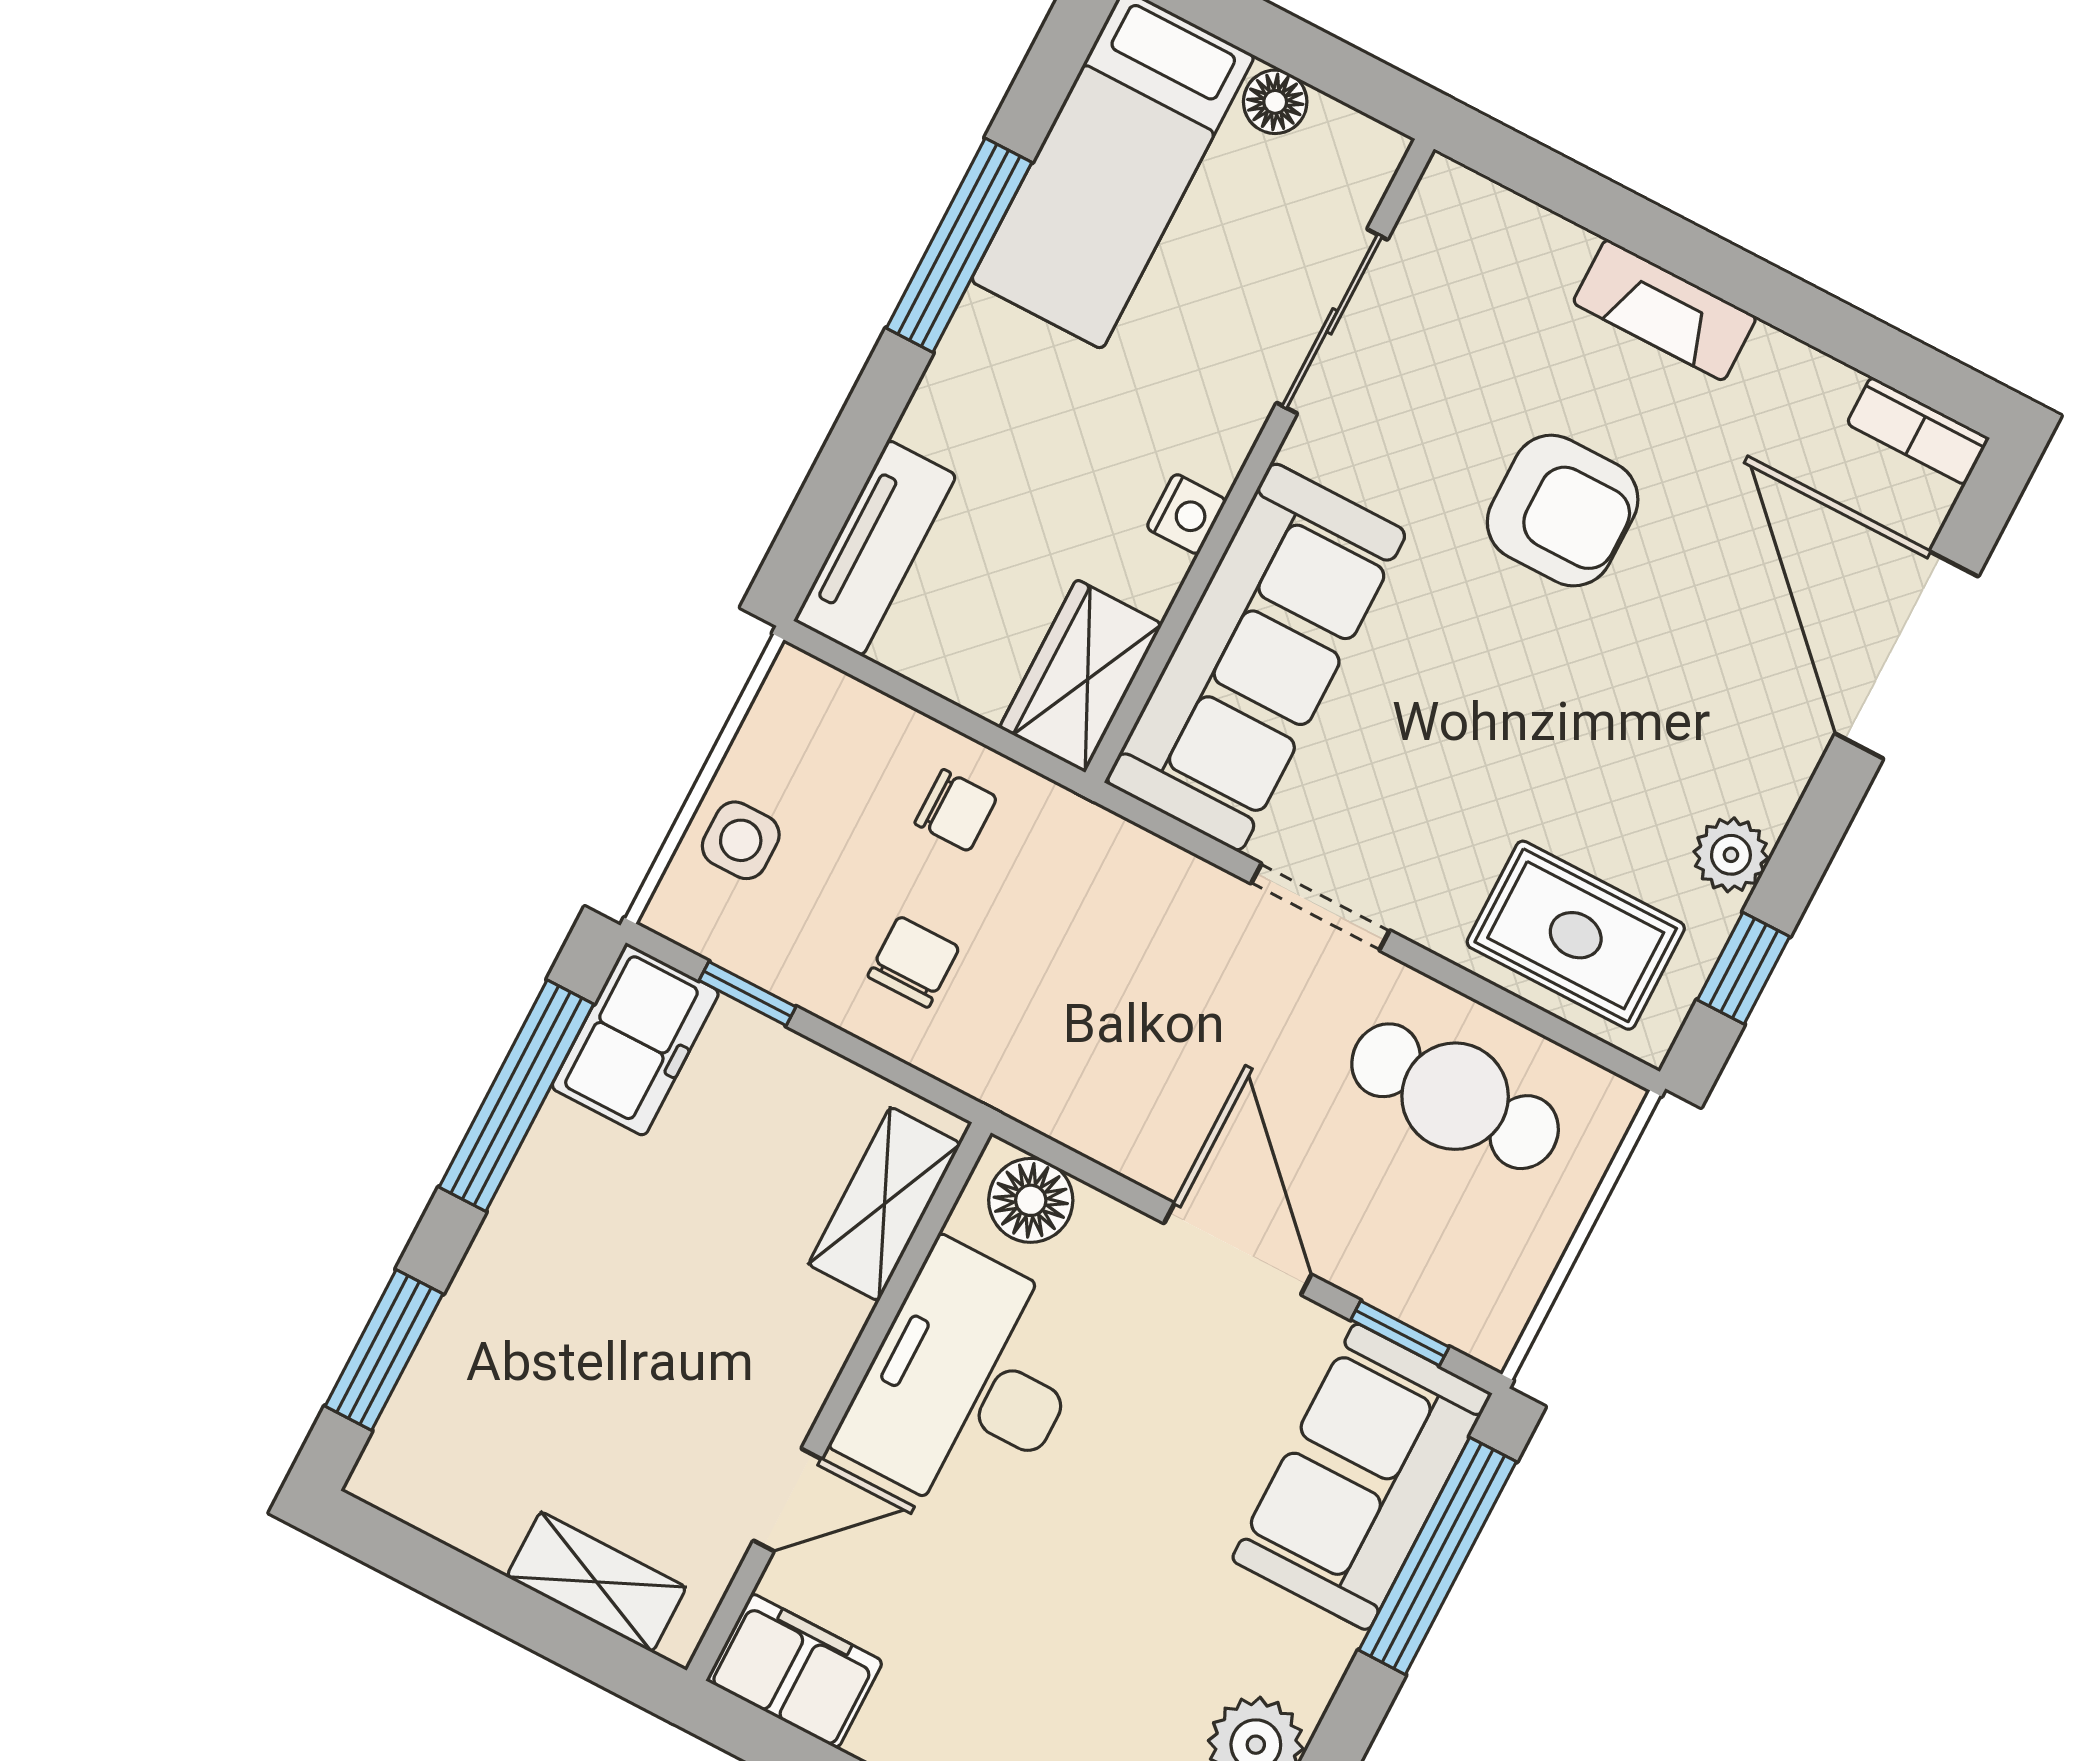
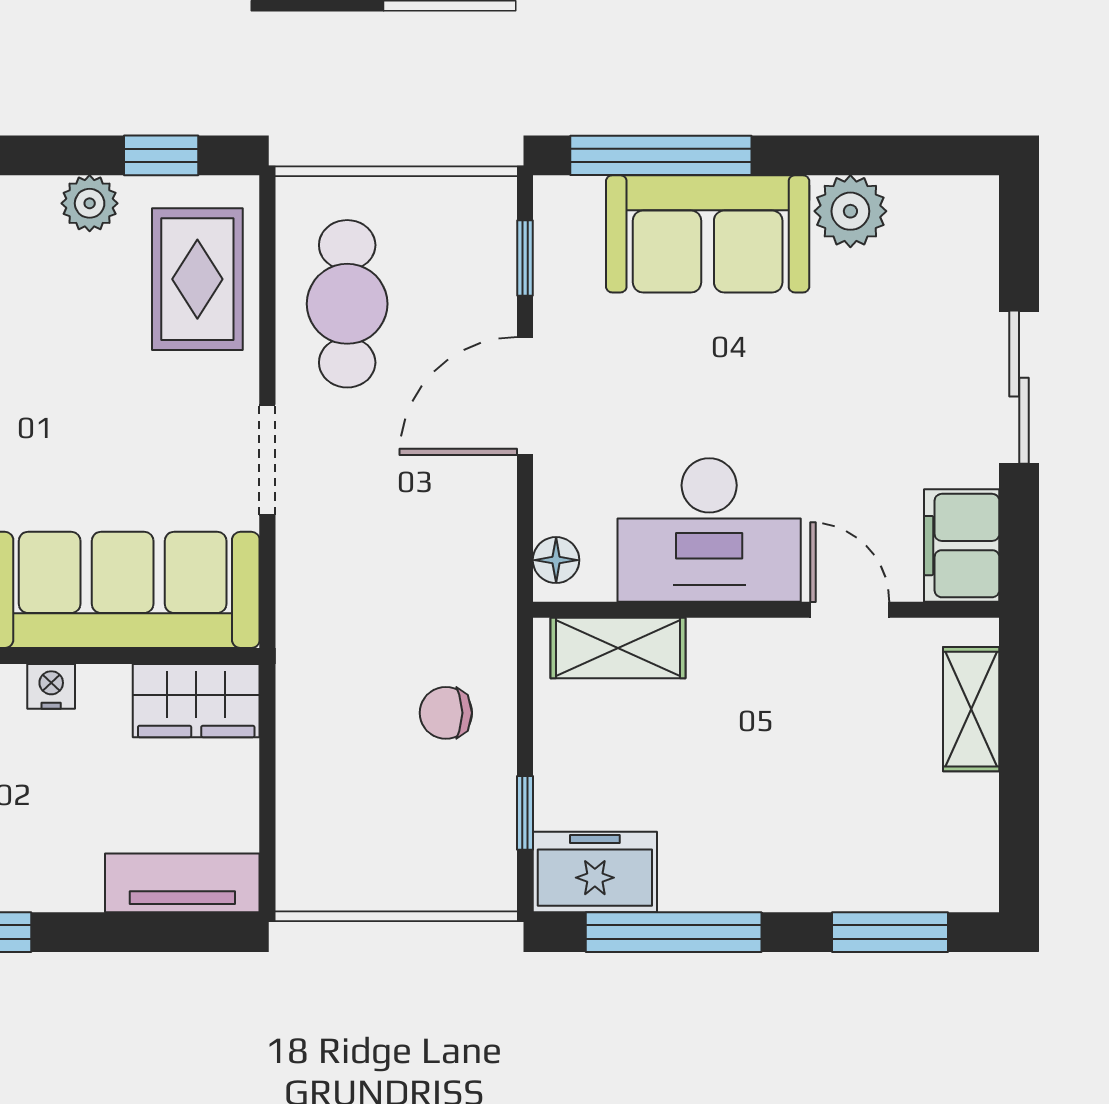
chair: (956, 810) -> (330, 737), removed
side table: (741, 840) -> (425, 871), removed
floor lamp: (1031, 1200) -> (556, 560), width x0.73, depth x0.73
sofa: (1361, 1477) -> (708, 234), moved

